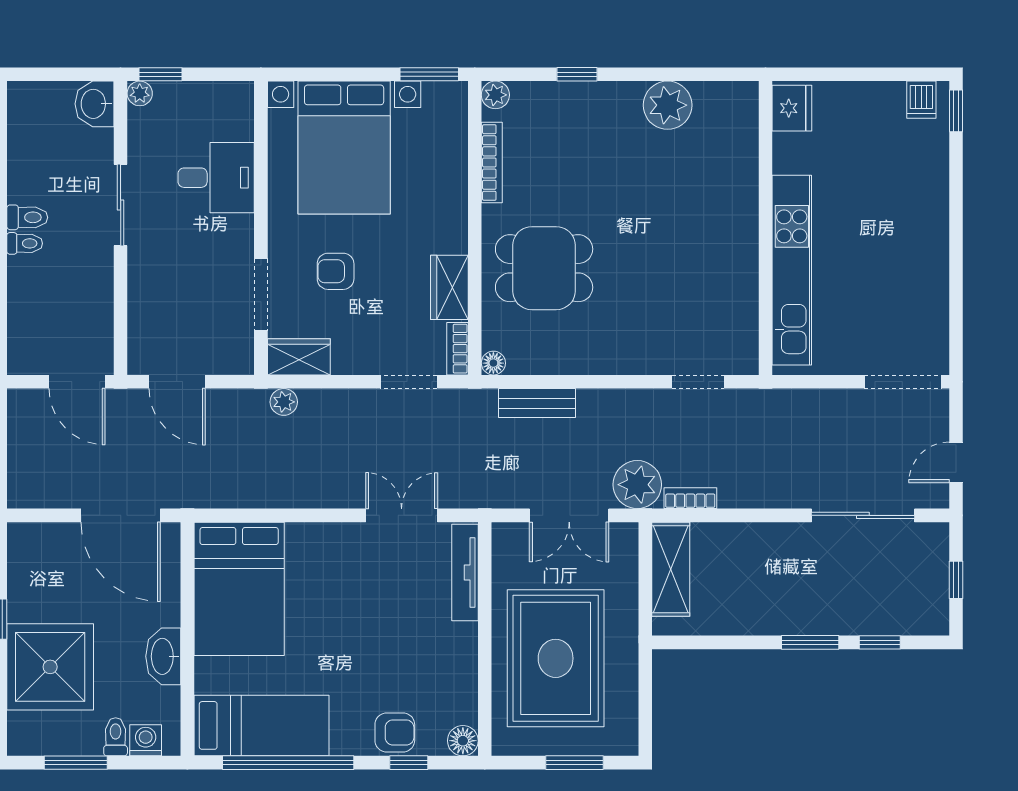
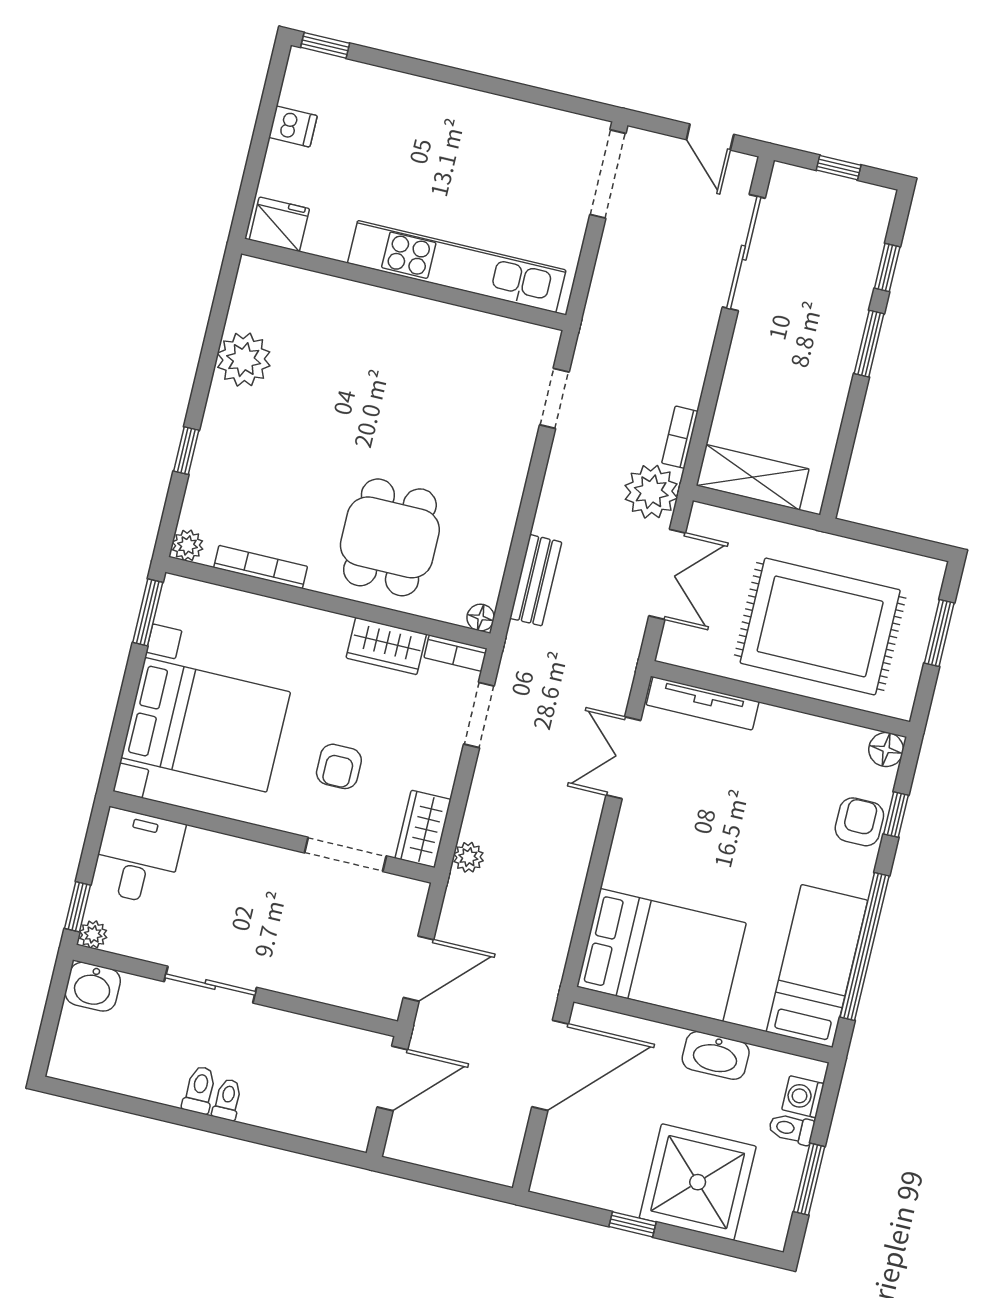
dishwasher: (921, 100) -> (293, 126), moved
desk: (216, 178) -> (138, 857), moved

